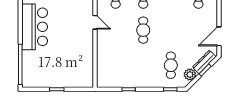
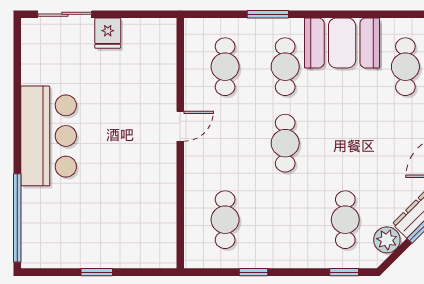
door: (95, 22) -> (180, 126), hinge flipped
cafe table: (116, 65) -> (225, 220), added

